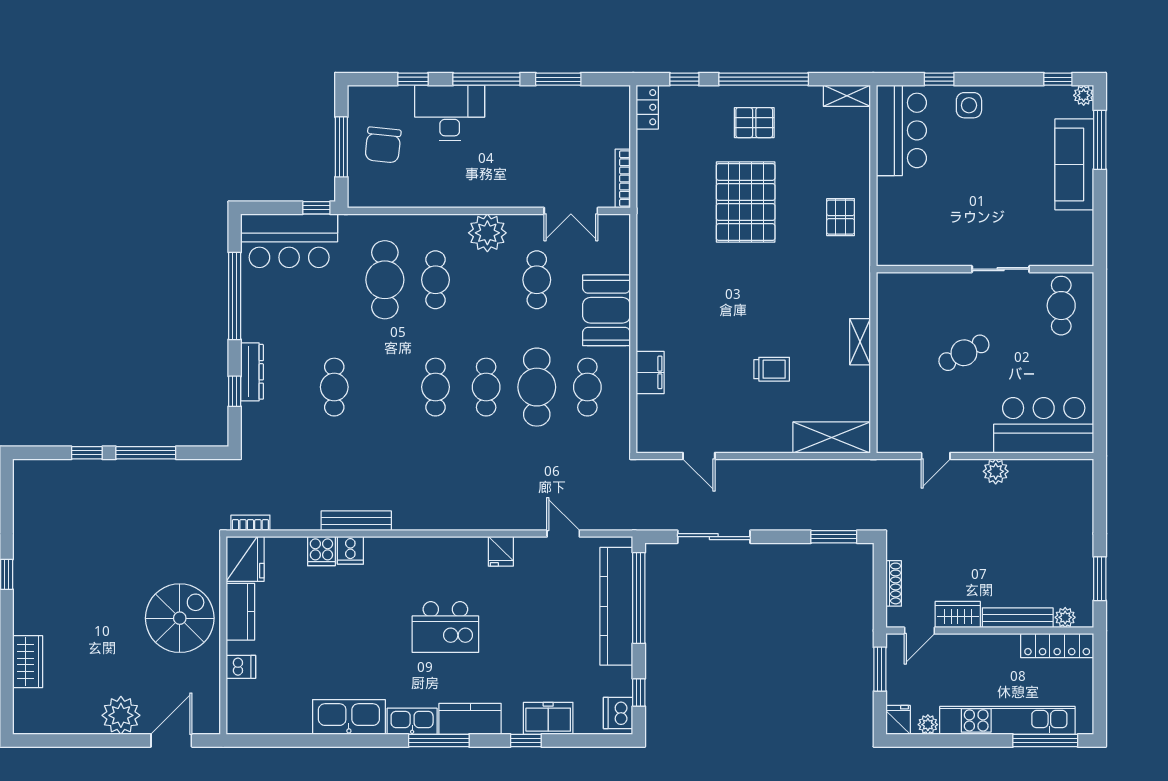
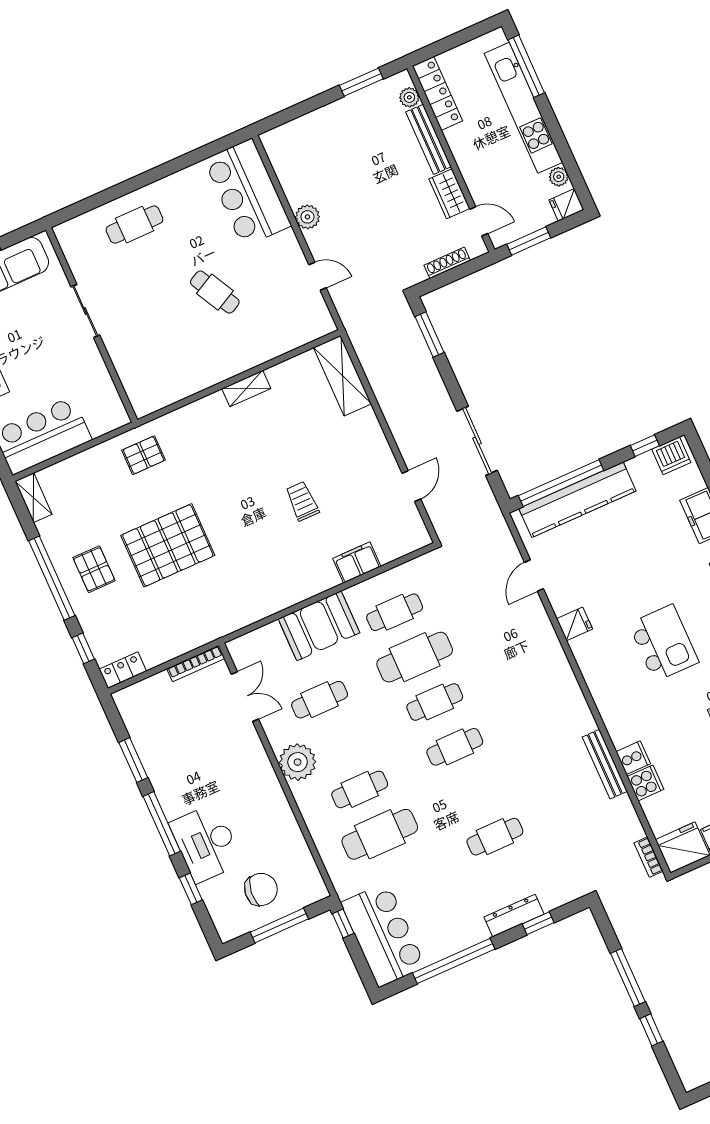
wall: (985, 269) -> (92, 325), moved
sliding door: (1001, 269) -> (85, 311), moved
trolley: (772, 369) -> (302, 501), moved

